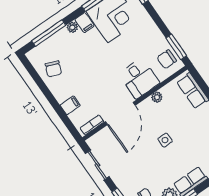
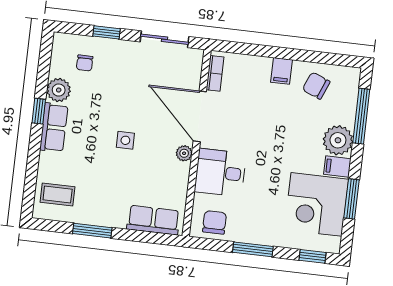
plant: (72, 27) -> (338, 140), width x1.88, depth x1.88
window: (176, 47) -> (253, 249), moved
plant: (157, 97) -> (184, 153), moved
filing cabinet: (70, 105) -> (281, 71), moved

